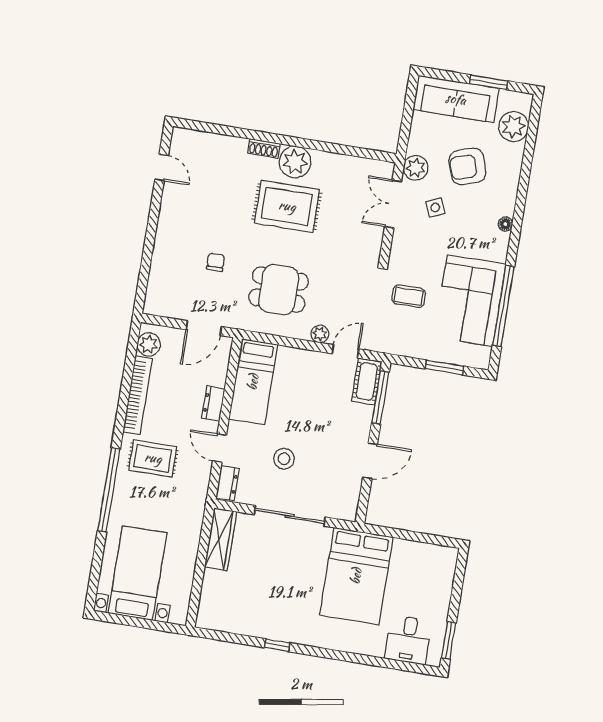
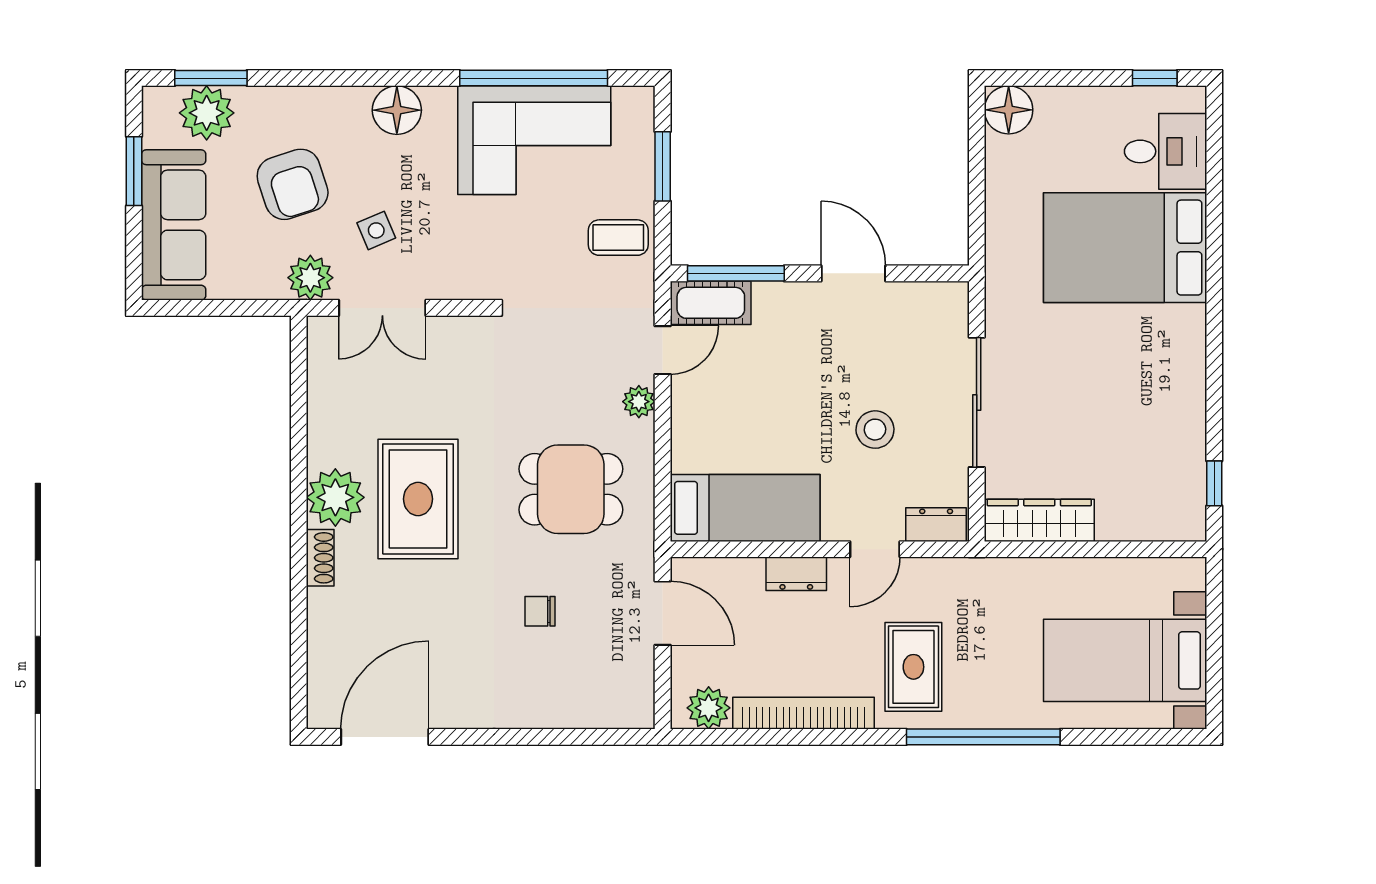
window: (532, 132) -> (211, 78), added
door: (162, 168) -> (385, 737), width x1.88
floor lamp: (505, 224) -> (397, 110), width x1.89, depth x1.89
dining table: (279, 290) -> (571, 489), turned 90
coffee table: (409, 296) -> (618, 238), moved, turned 90
door: (345, 351) -> (663, 350), swing flipped
floor lamp: (444, 559) -> (1009, 110), added
bed: (356, 576) -> (1125, 248), moved, turned 180
window: (449, 640) -> (1155, 78), width x0.67
window: (277, 645) -> (1214, 483), moved

